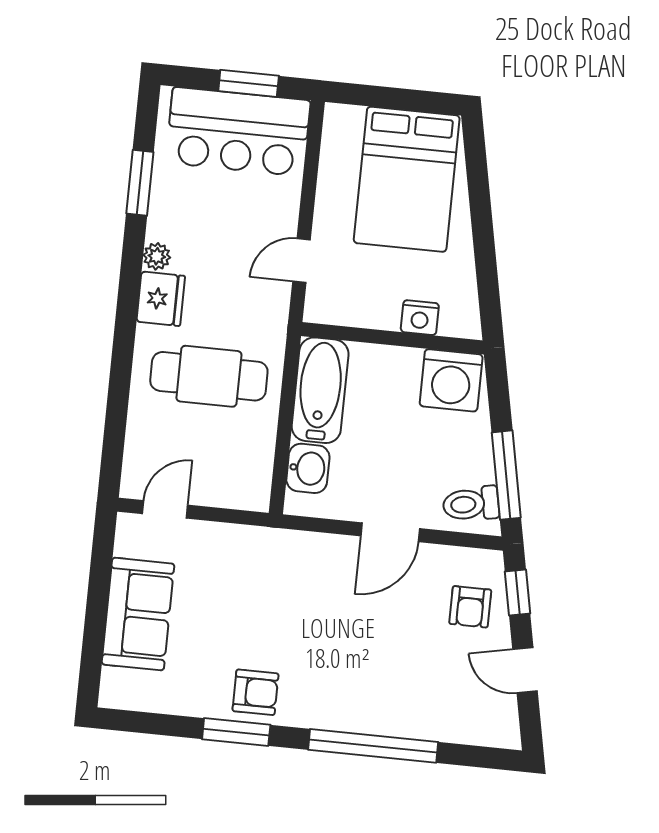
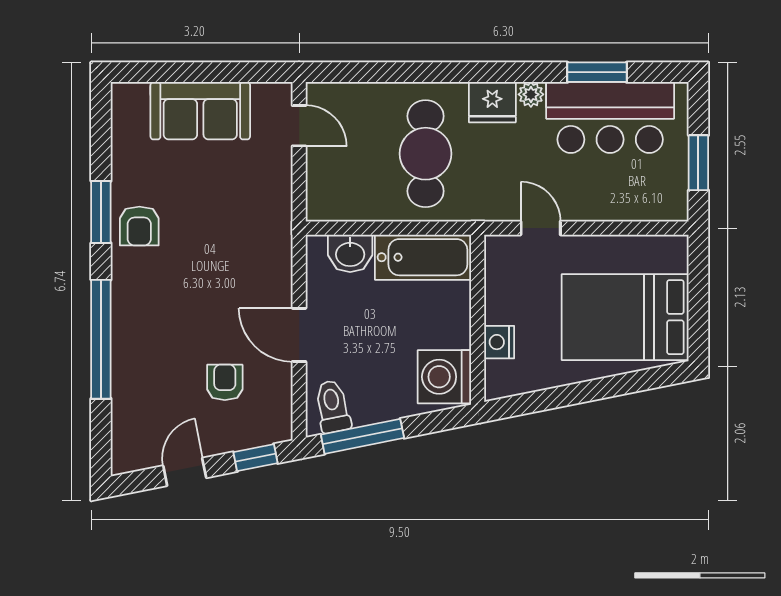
bar counter: (238, 132) -> (610, 117), moved, turned -90
armchair: (470, 607) -> (225, 382), moved, turned 90

